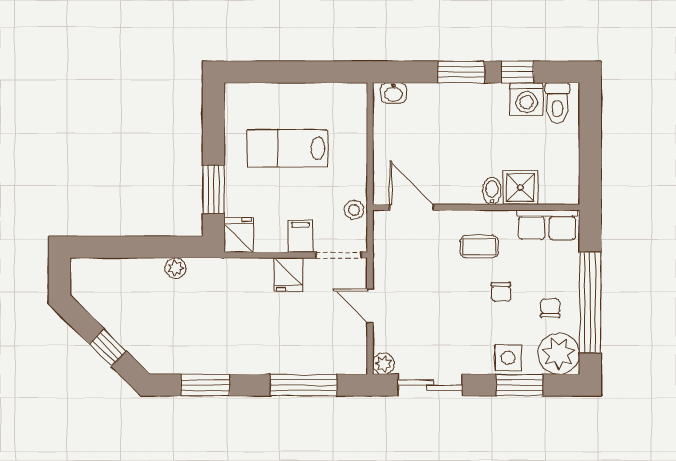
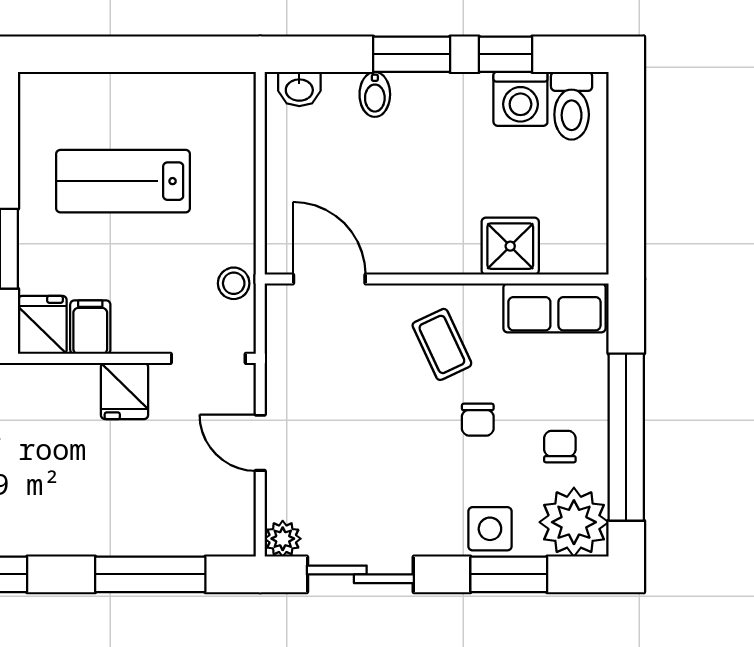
bidet: (492, 191) -> (375, 94), moved, turned 180
filing cabinet: (300, 236) -> (90, 327), moved
coffee table: (479, 247) -> (442, 344), turned 65

